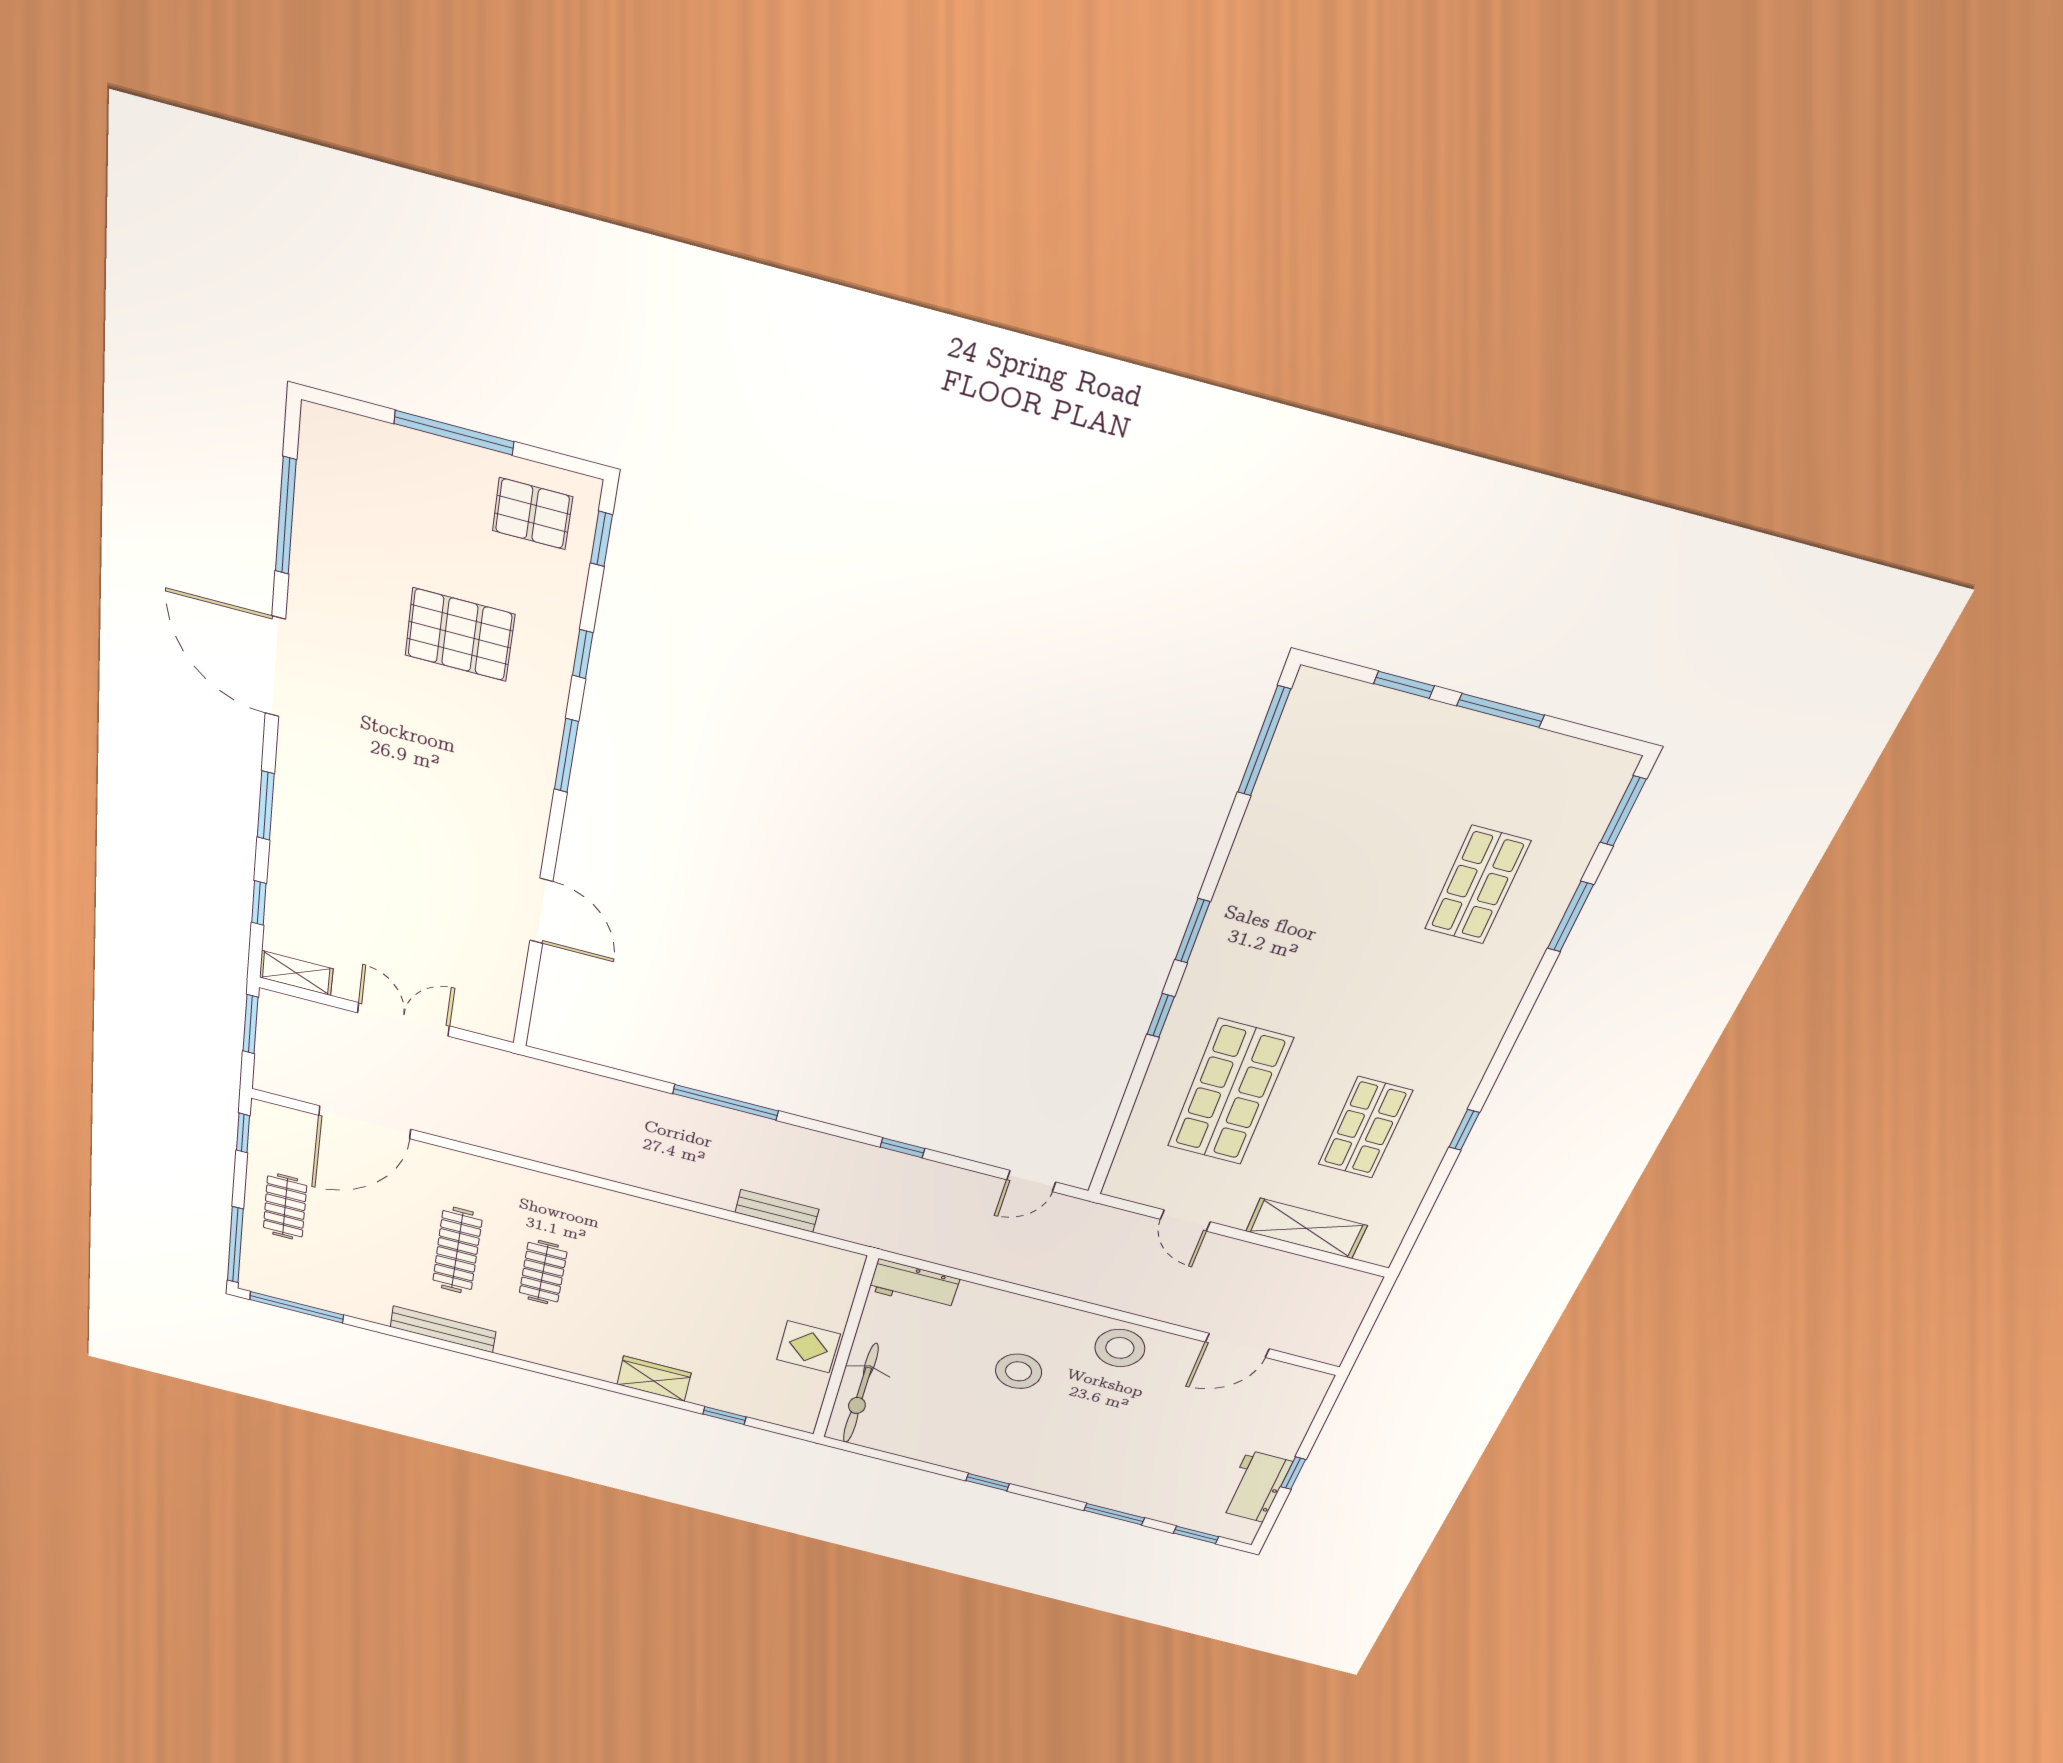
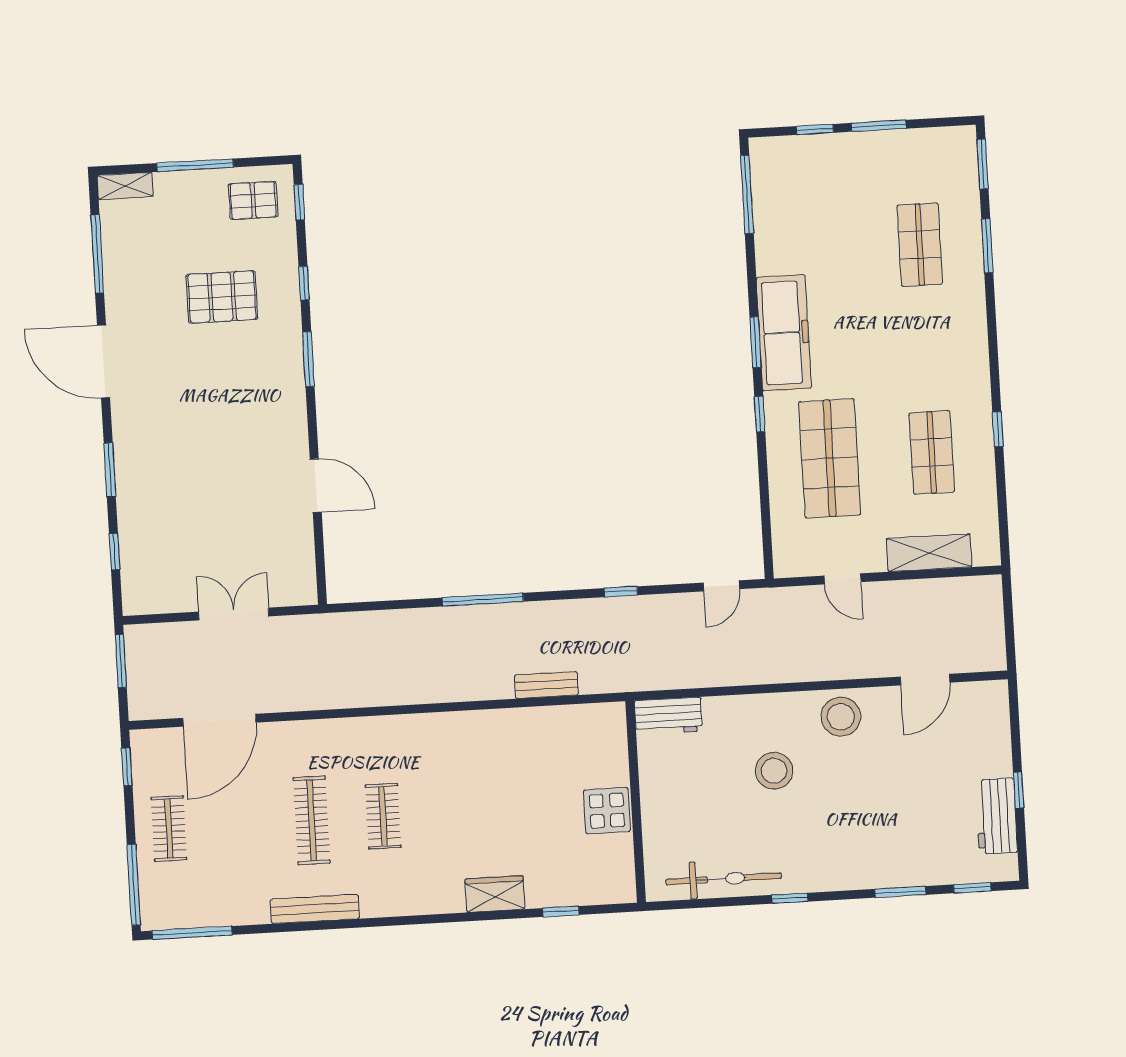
freezer: (1236, 932) -> (784, 333), added
shelving: (296, 973) -> (125, 186), moved
bicycle: (861, 1394) -> (724, 879), moved, turned -90

